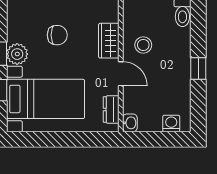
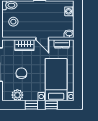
stool: (143, 45) -> (13, 22), moved
plant: (17, 54) -> (17, 95), moved
door: (121, 74) -> (42, 39), swing flipped

